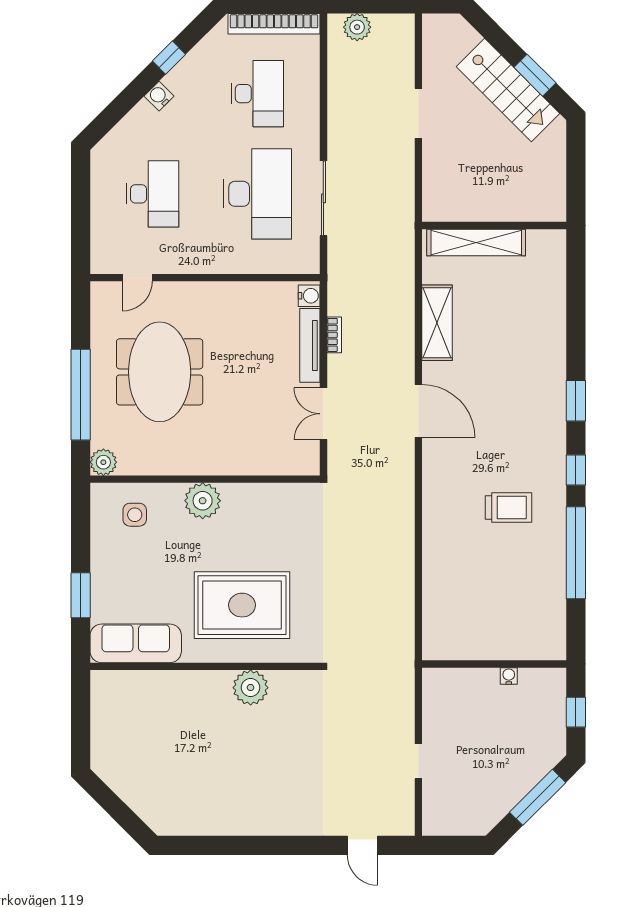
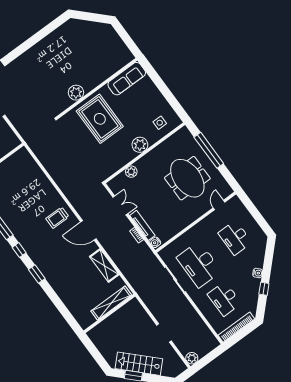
plant: (357, 27) -> (192, 358), moved
plant: (103, 462) -> (131, 172), moved
trolley: (509, 508) -> (57, 218), moved
window: (81, 595) -> (158, 81), removed
rug: (242, 605) -> (100, 119), turned 90

